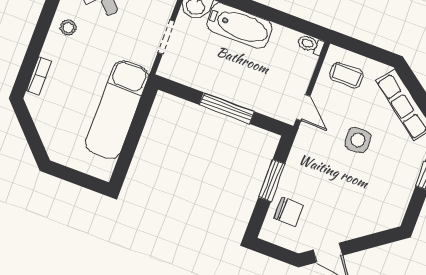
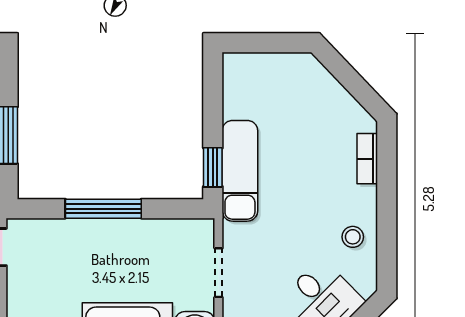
window: (144, 108) -> (213, 167), added
exam couch: (117, 110) -> (240, 171), width x0.73, depth x0.69

